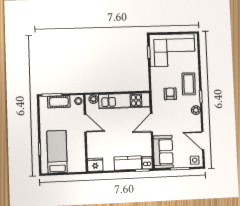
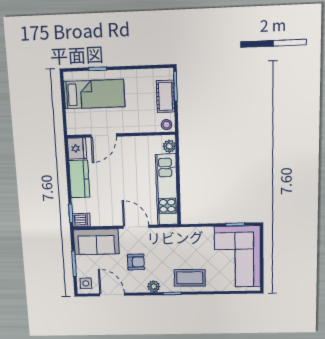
armchair: (170, 94) -> (136, 262), moved
door: (85, 123) -> (104, 135), moved
door: (203, 141) -> (112, 295), hinge flipped
kitchen counter: (128, 163) -> (79, 179), moved

